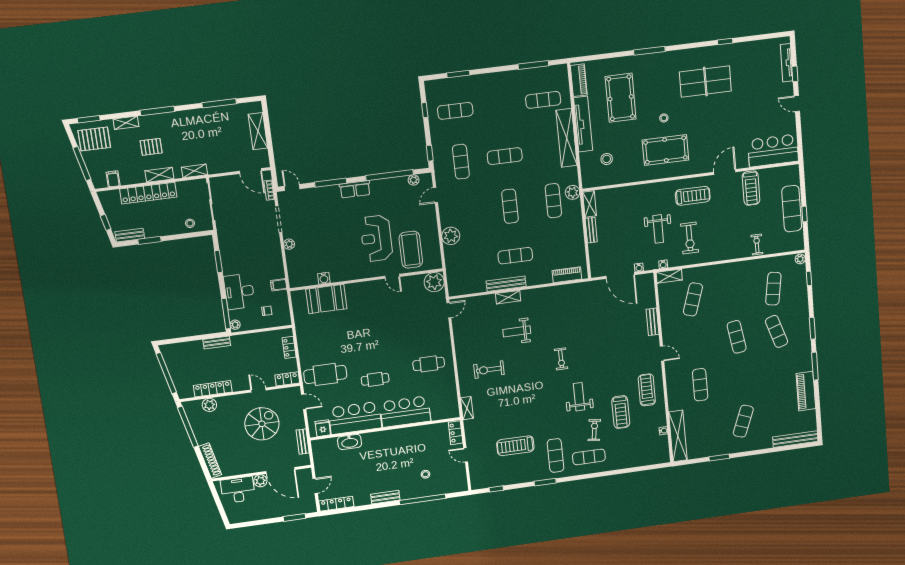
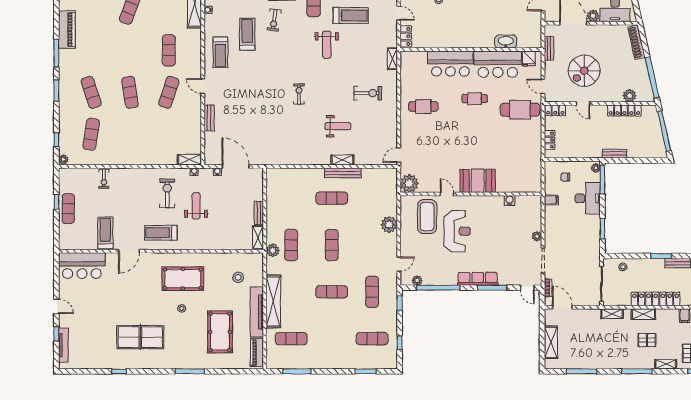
row of seats: (355, 189) -> (478, 279), width x1.48
exercise mat: (792, 209) -> (68, 209), width x0.73, depth x0.69
piano: (567, 275) -> (285, 174), removed
booth: (326, 299) -> (478, 181), moved
exercise mat: (693, 299) -> (169, 92), moved
weight bench: (579, 397) -> (327, 45), moved

